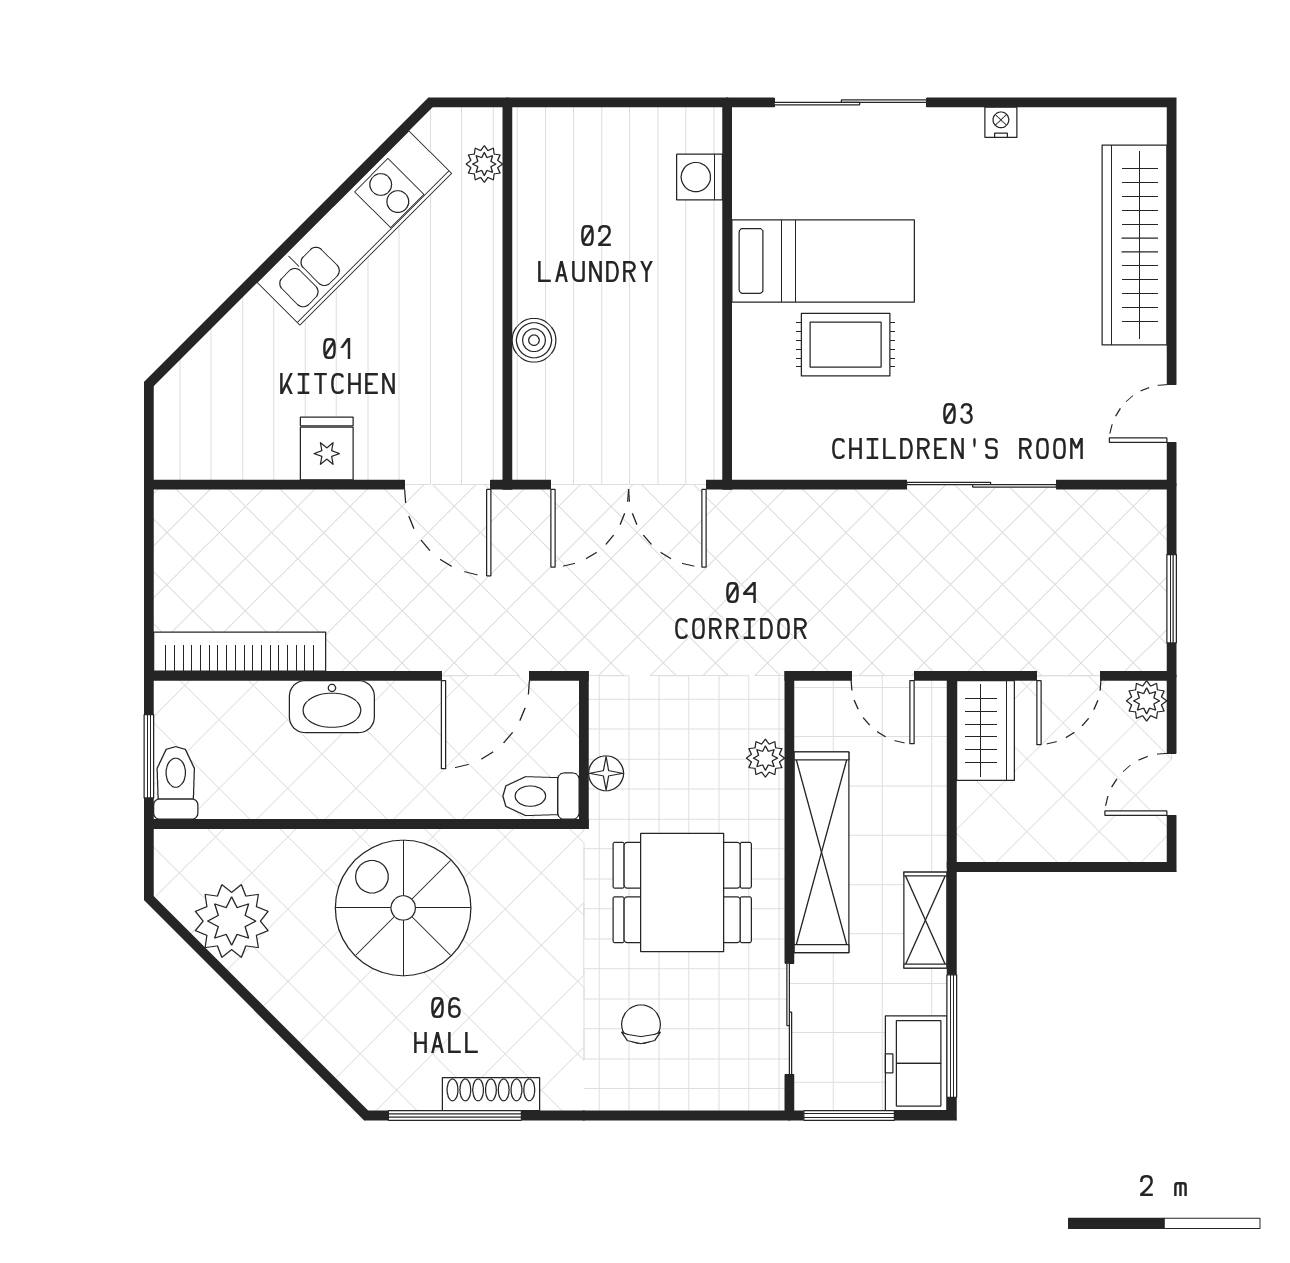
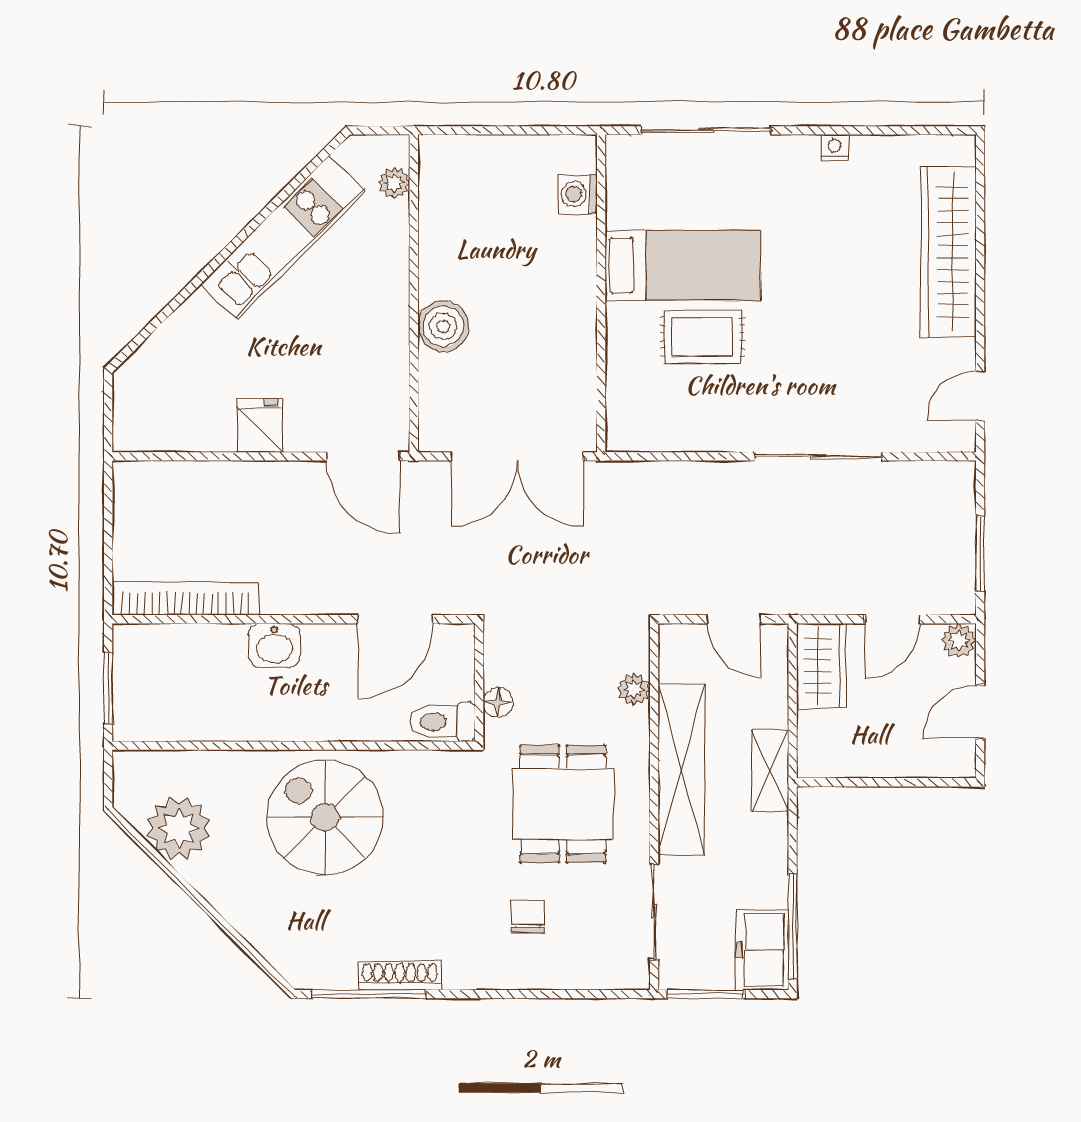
boiler: (534, 340) -> (443, 326), width x1.36, depth x1.36
washbasin: (332, 707) -> (274, 646), width x0.72
toilet: (176, 783) -> (131, 711), removed
dining table: (682, 892) -> (563, 804), turned 90
shelving: (925, 920) -> (770, 771), moved

